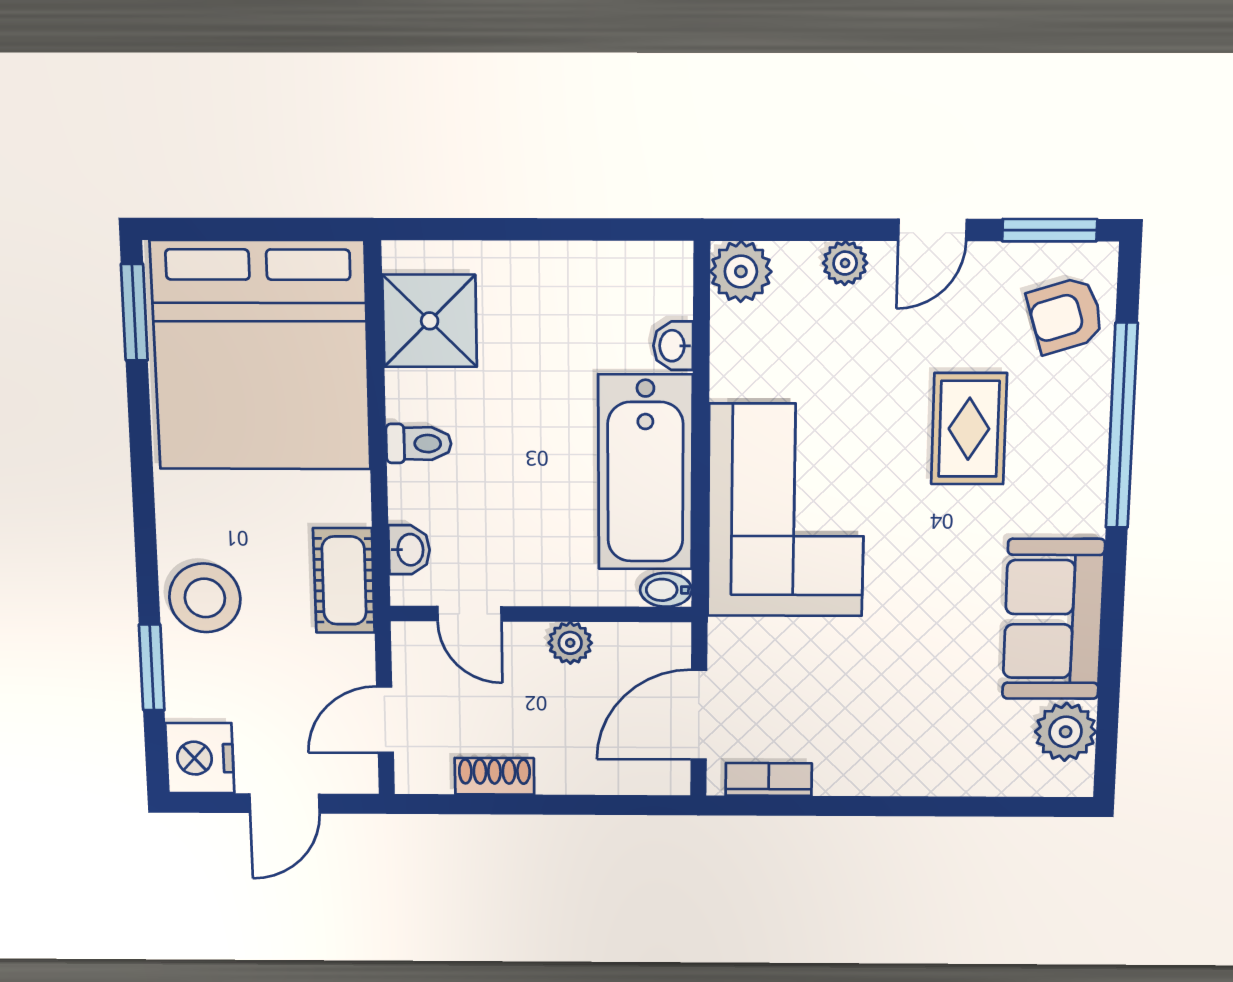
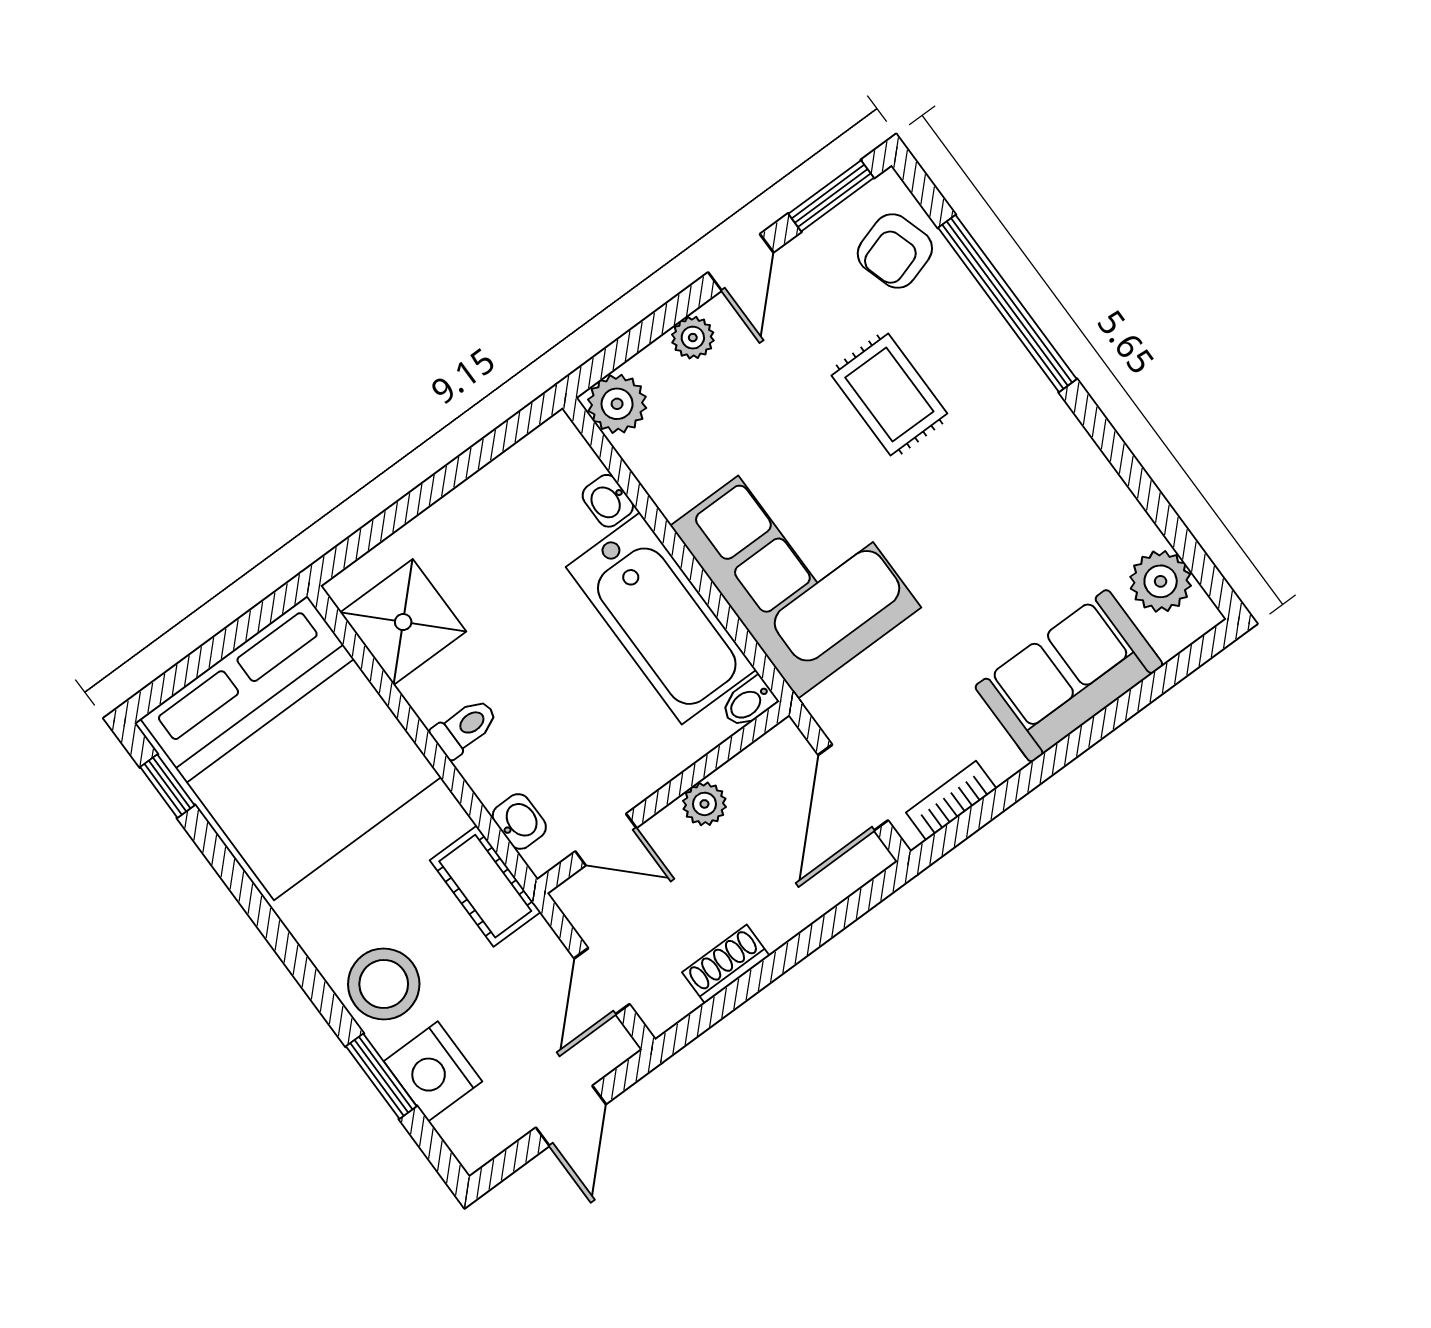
window: (134, 312) -> (167, 786), width x0.67
sofa: (1053, 619) -> (1069, 676), moved, turned 90
nightstand: (200, 758) -> (433, 1071), moved

